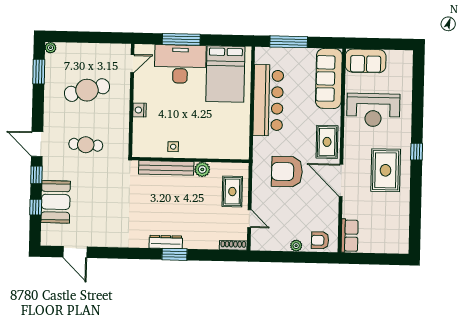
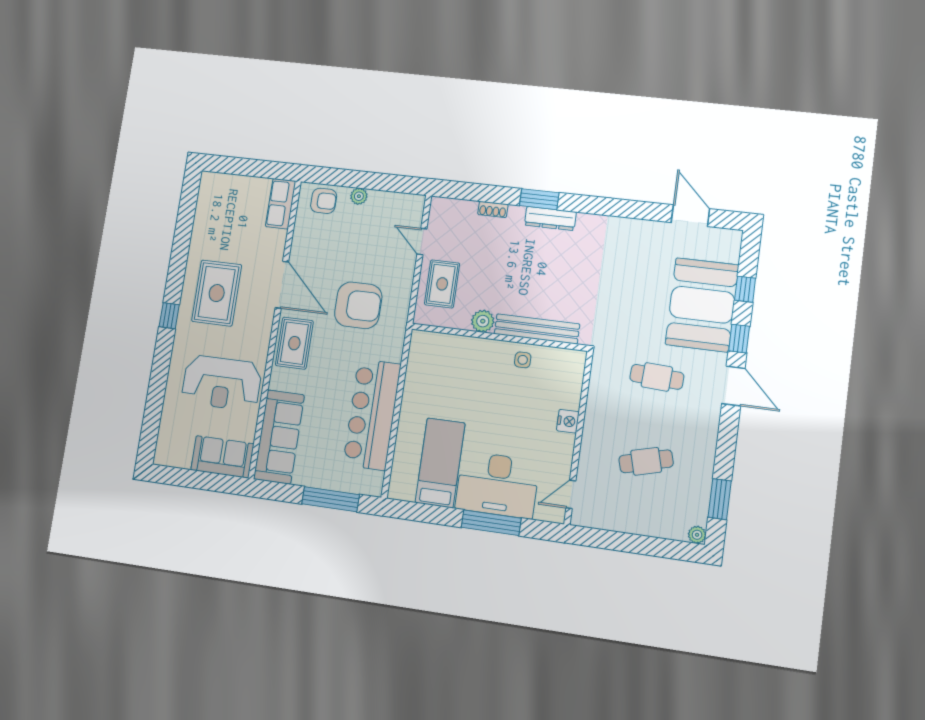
bed: (225, 74) -> (440, 463), width x0.67
cafe table: (87, 90) -> (646, 461), width x0.73, depth x0.74
reception desk: (373, 110) -> (222, 383), turned 180
booth: (56, 202) -> (702, 305), width x1.36, depth x1.42
shoe rack: (233, 245) -> (493, 209), moved, width x0.70

